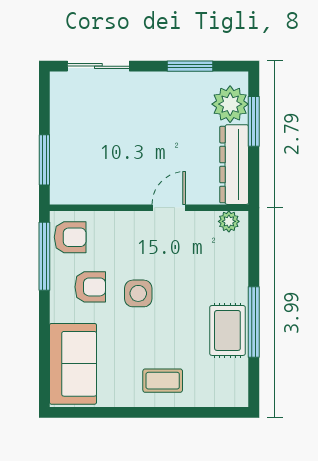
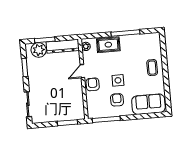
door: (169, 208) -> (82, 71), hinge flipped
armchair: (70, 237) -> (93, 84), moved
rug: (227, 330) -> (108, 45), moved

